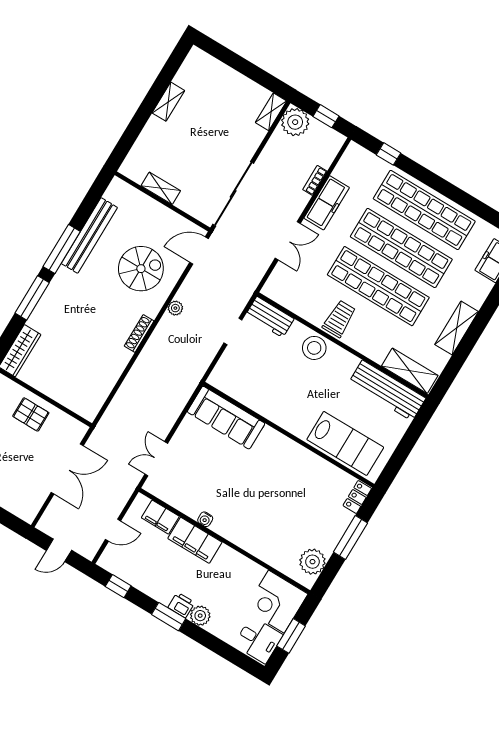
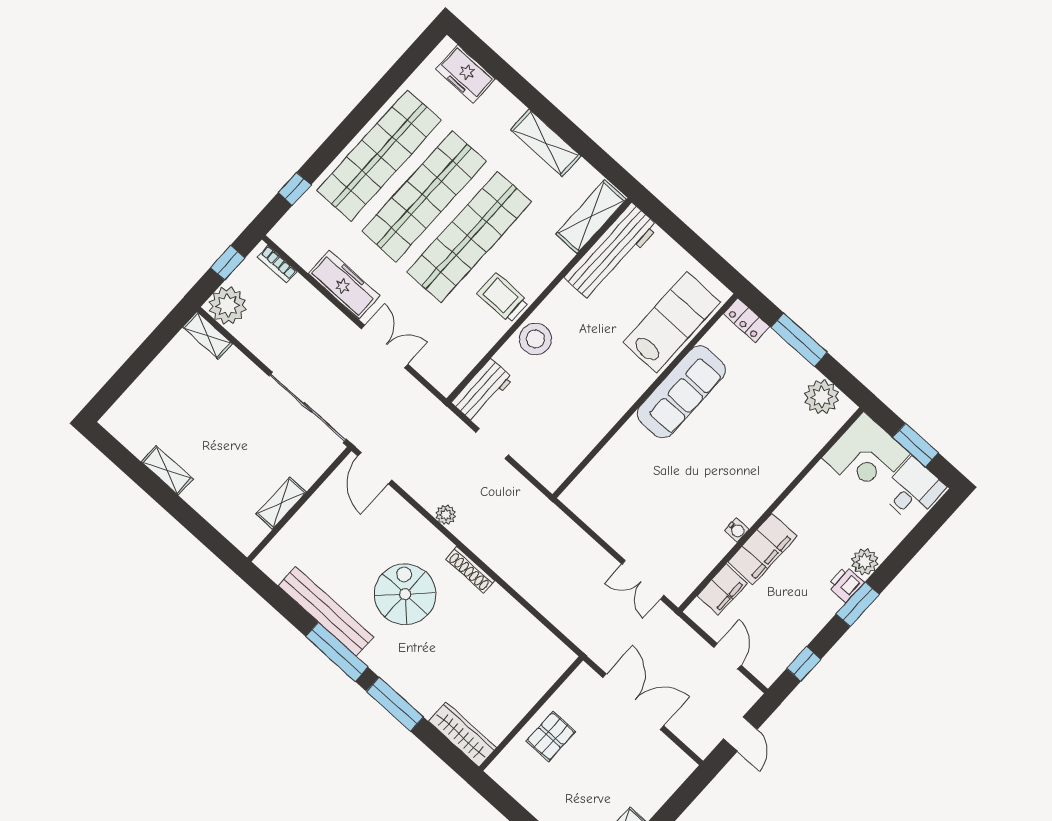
bookcase: (315, 180) -> (277, 264), moved
spiral stairs: (141, 269) -> (405, 594), moved
sofa: (226, 418) -> (681, 392), moved

